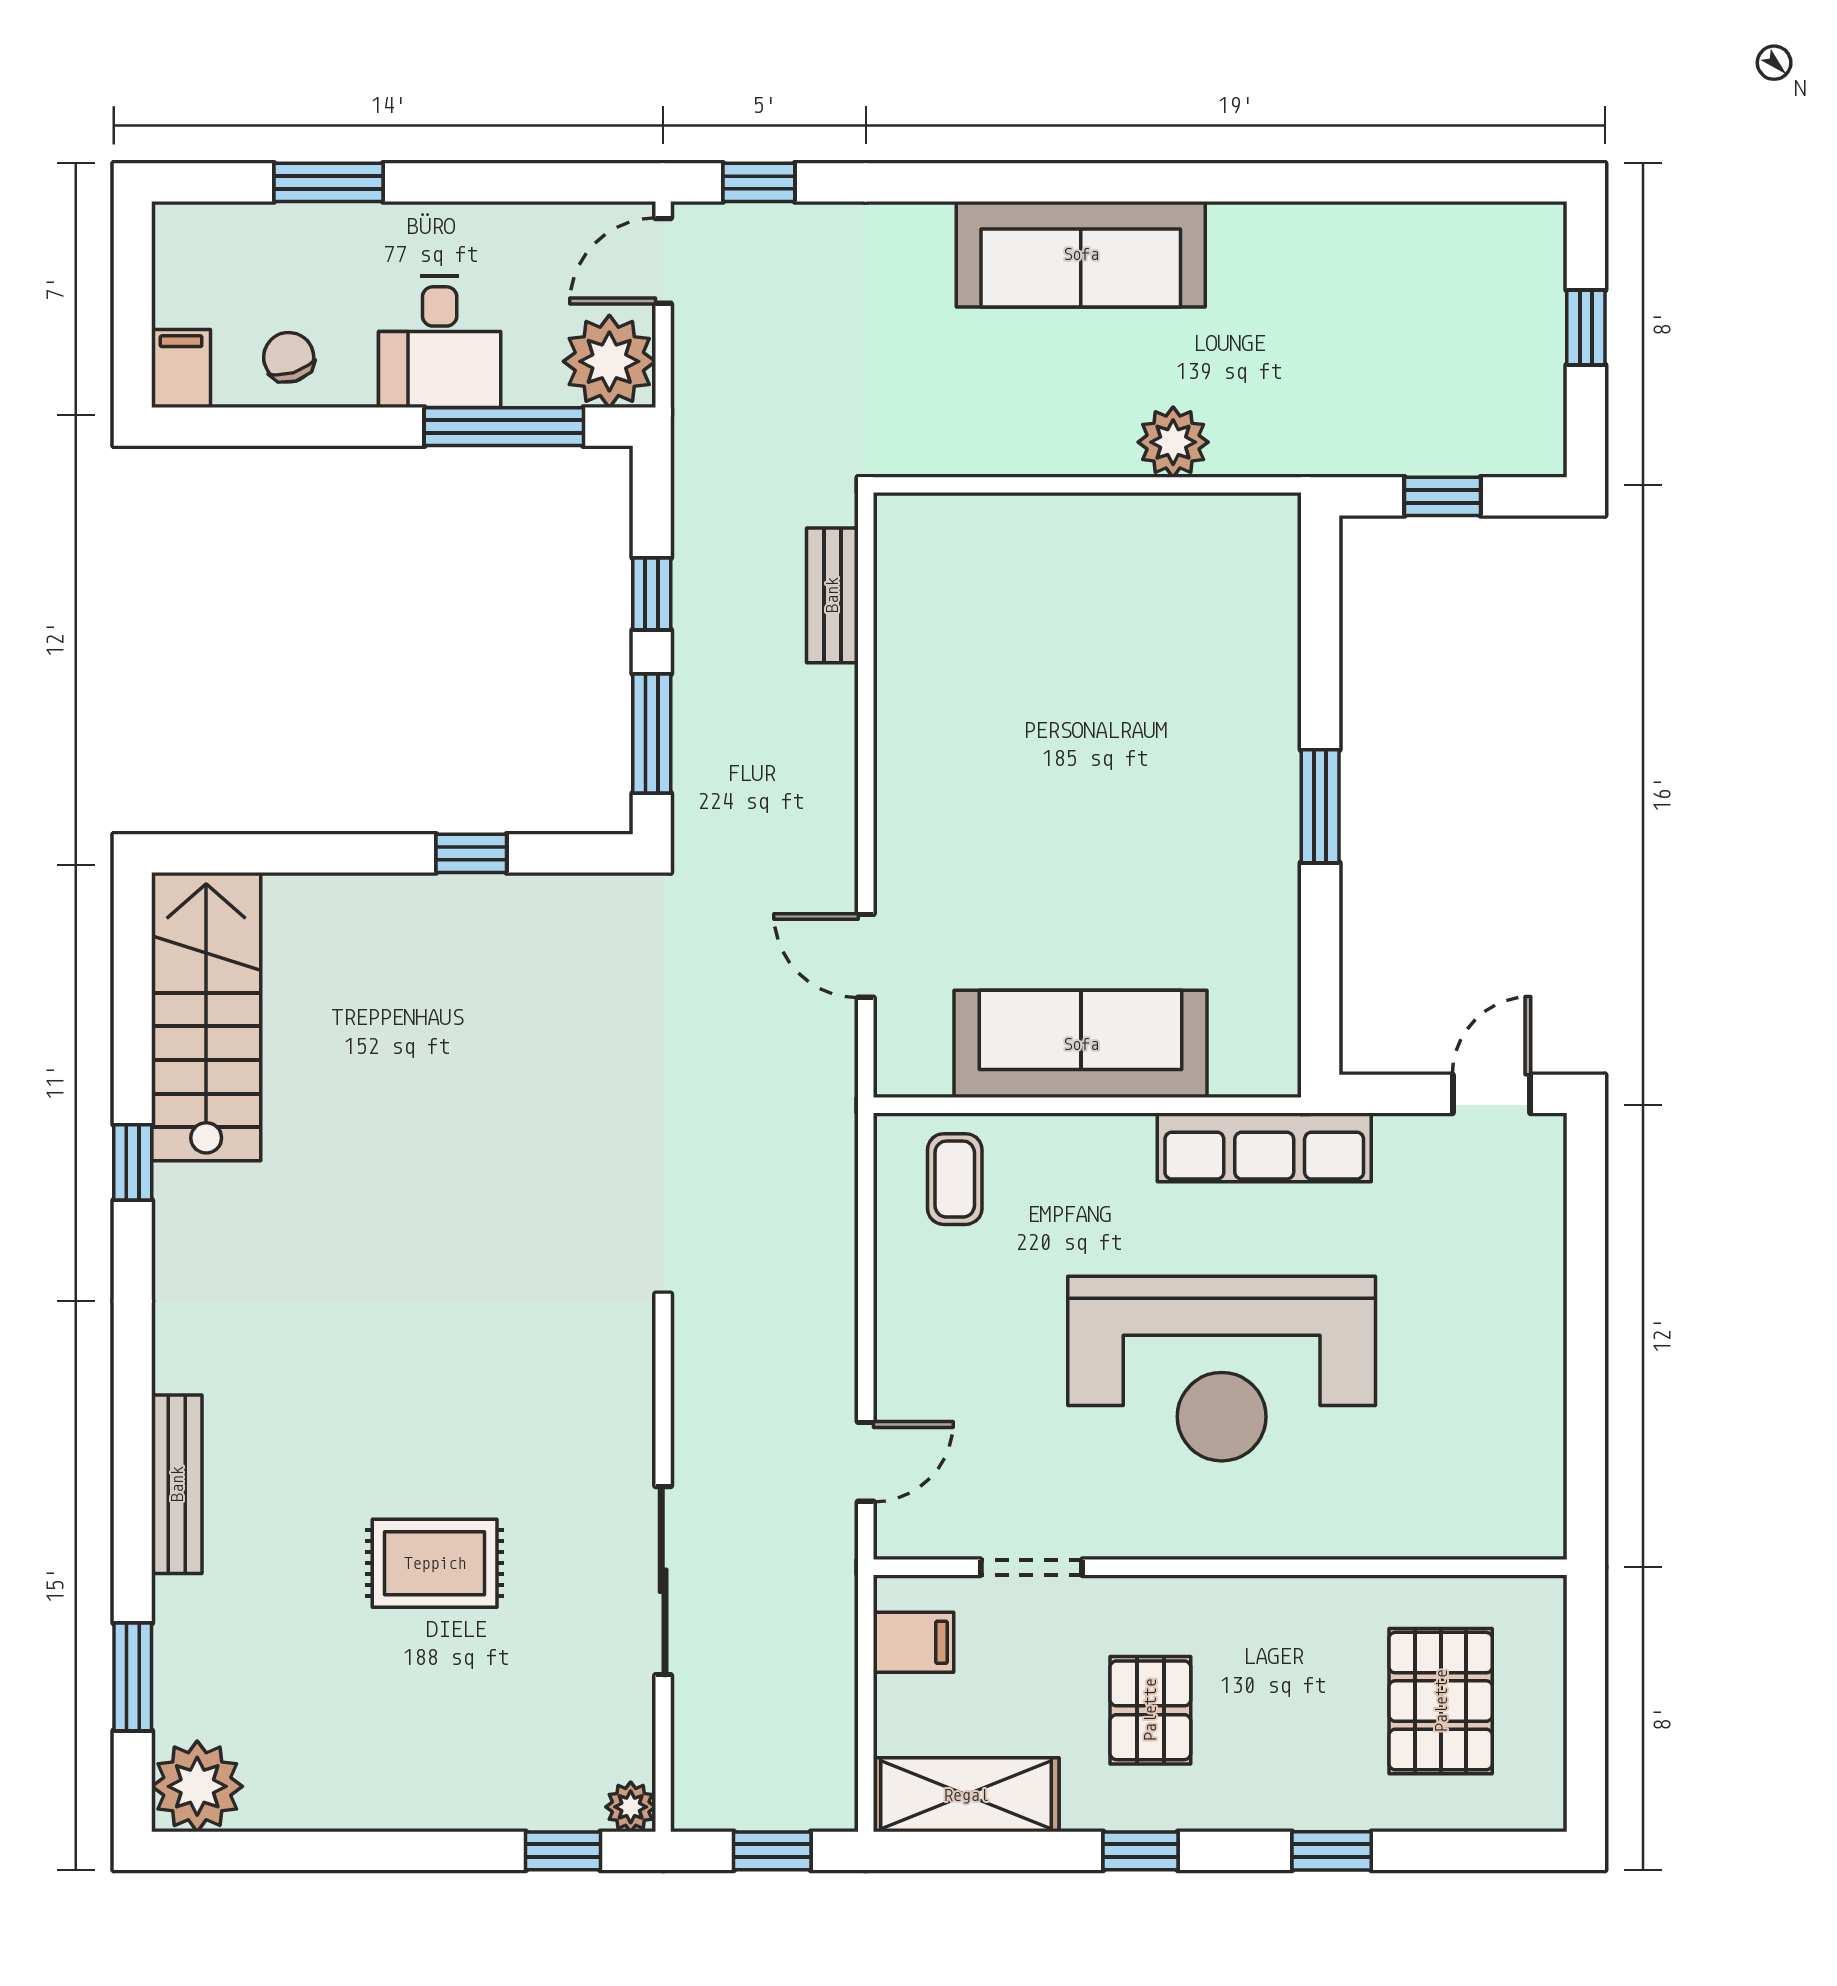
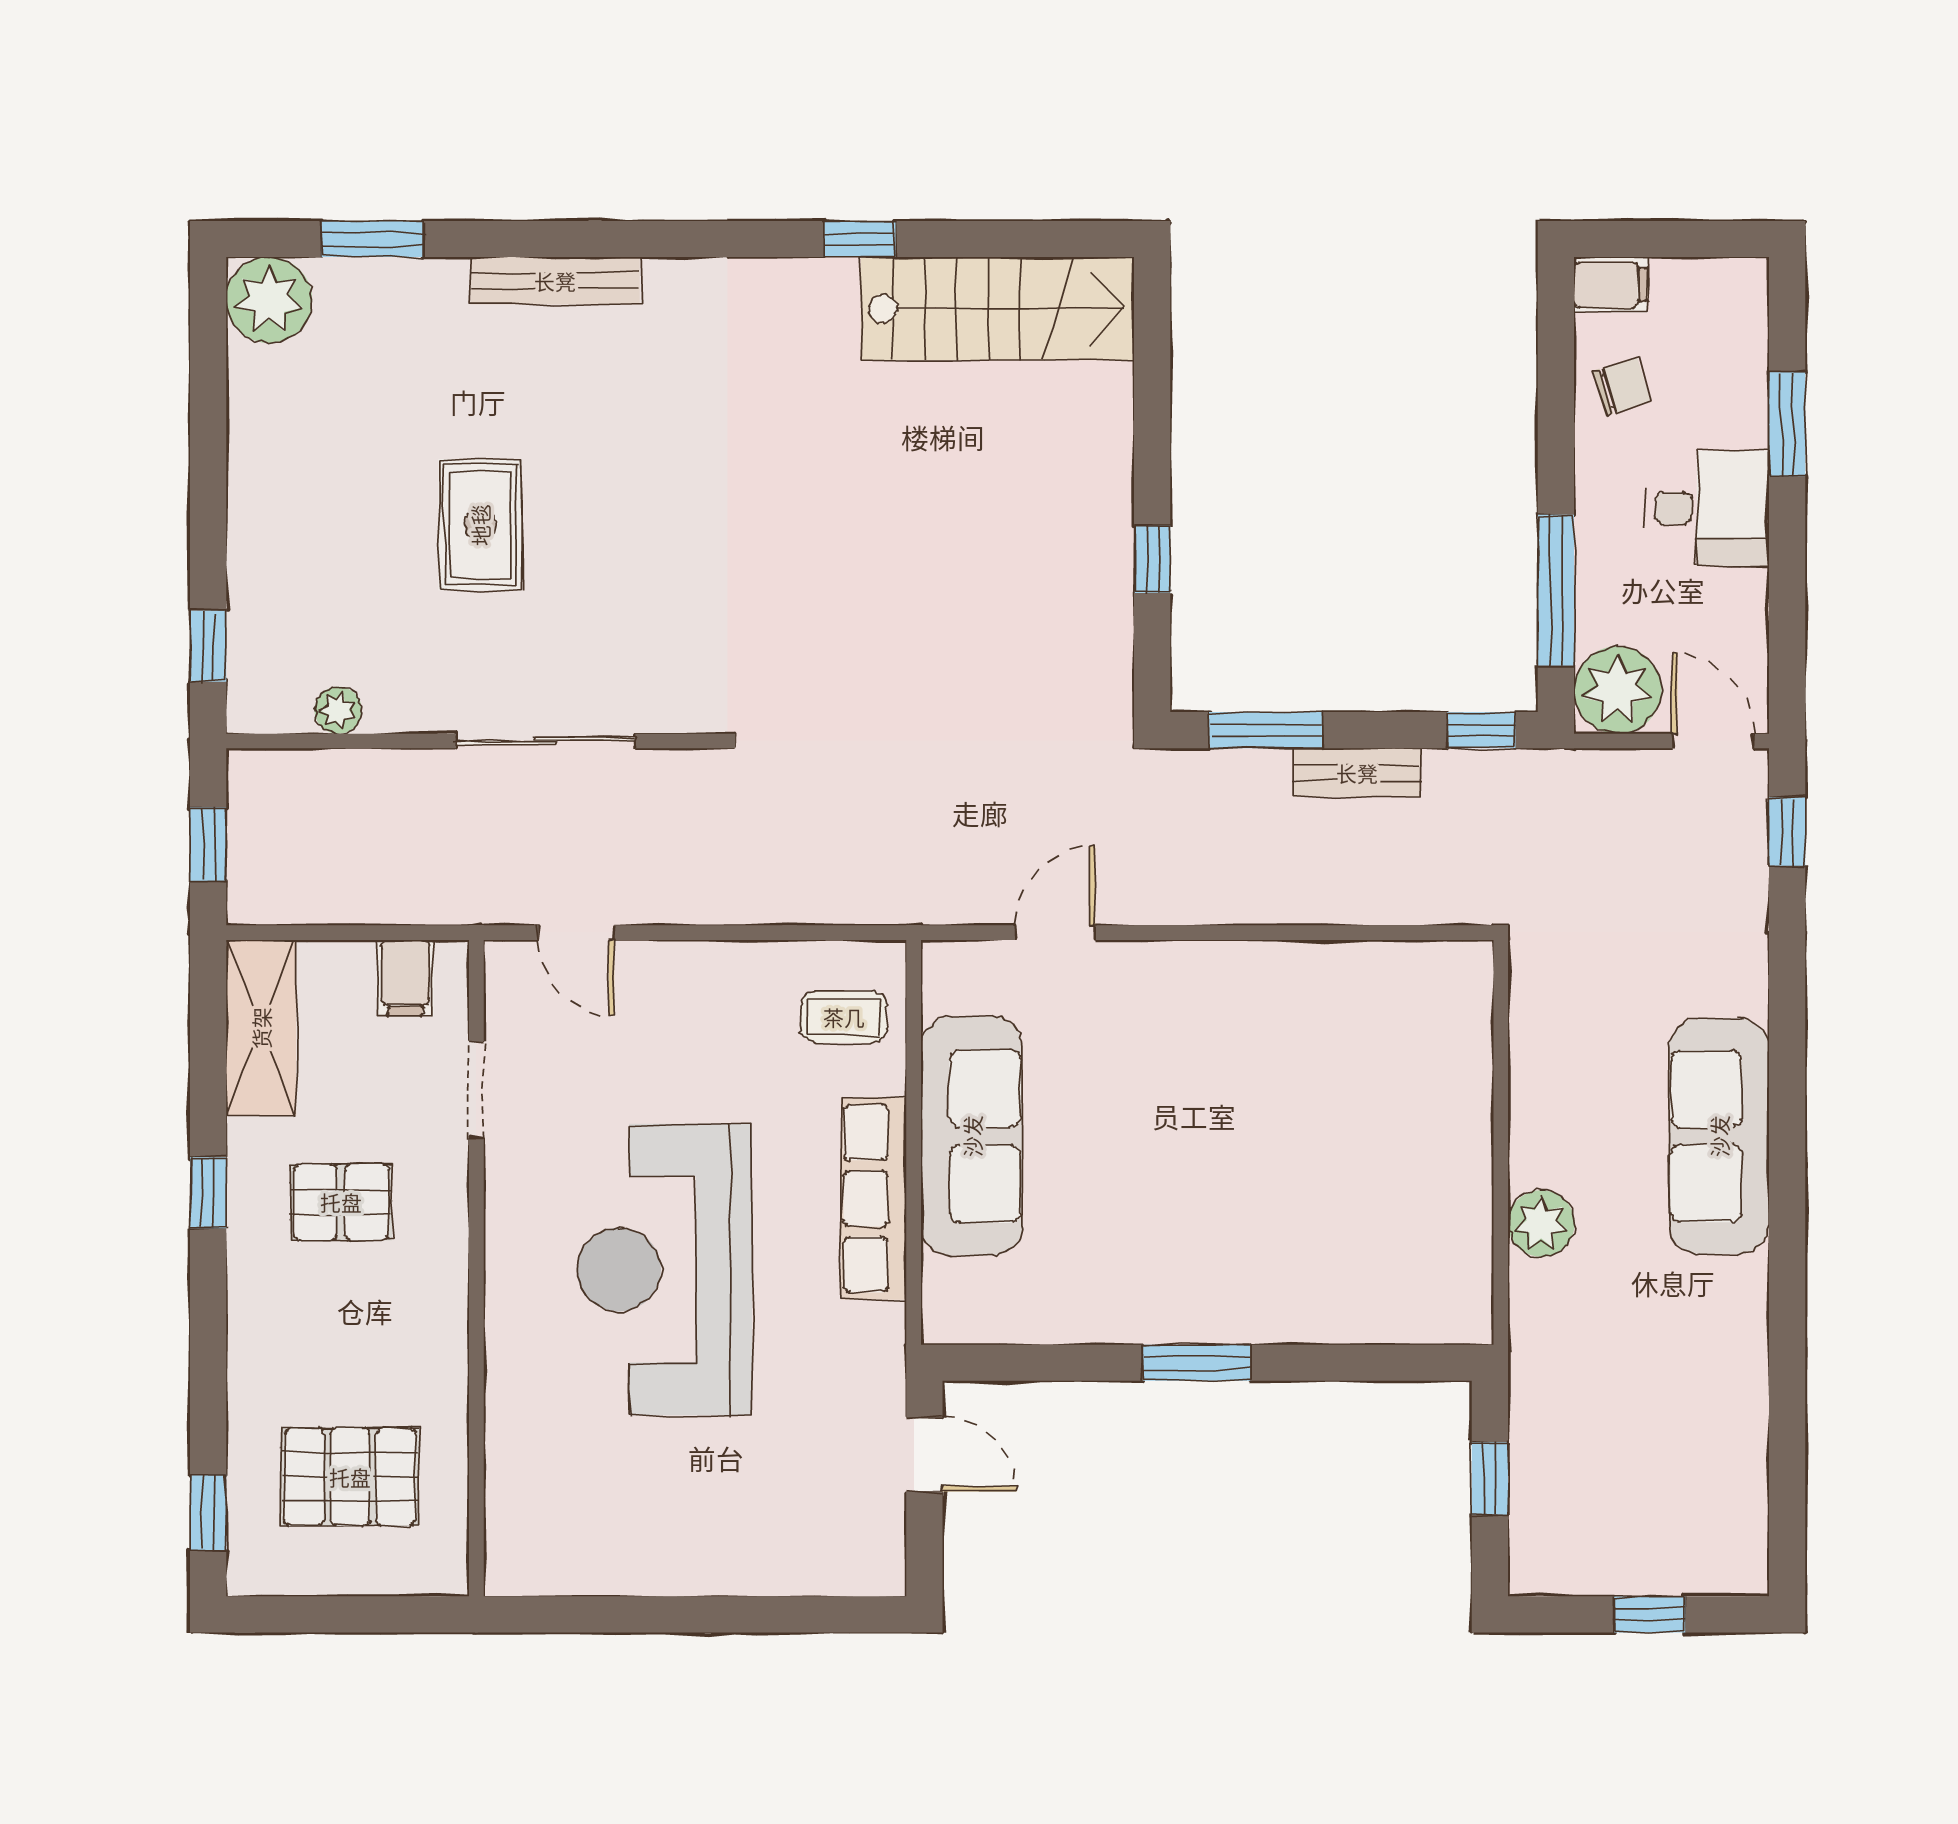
desk: (440, 342) -> (1707, 508), moved, turned 180
window: (652, 594) -> (1481, 730), moved
bench: (832, 595) -> (1357, 773), moved
door: (1492, 1094) -> (924, 1454), moved
row of seats: (1264, 1147) -> (874, 1199), moved
sliding door: (663, 1581) -> (545, 741), moved
plant: (631, 1807) -> (338, 710), moved
window: (1332, 1851) -> (208, 1512), moved

